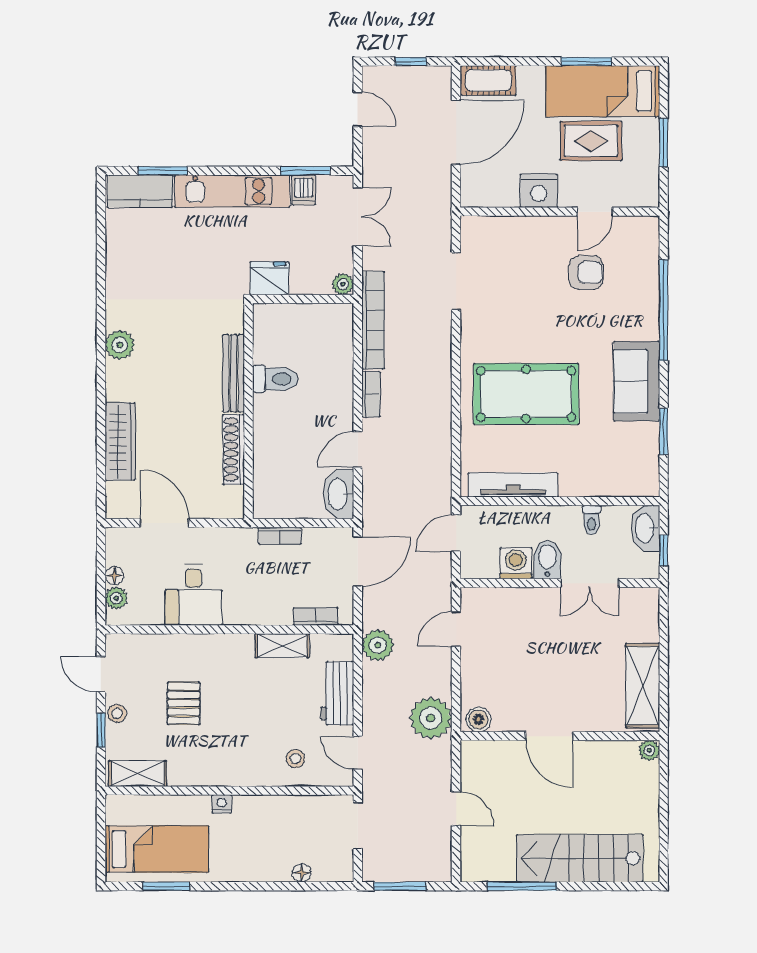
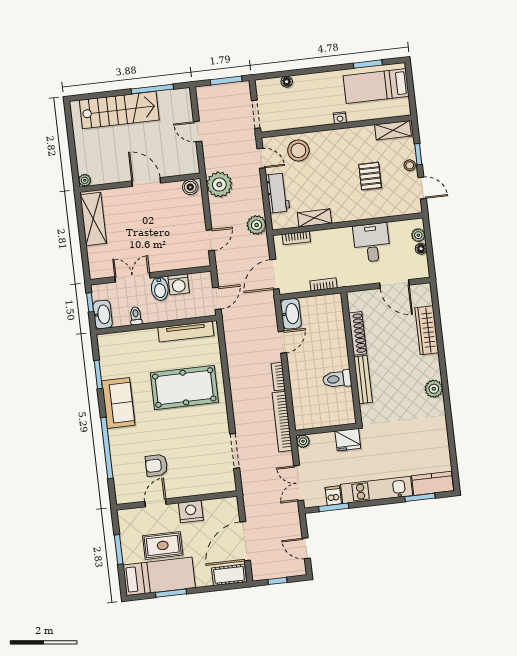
stool: (295, 759) -> (298, 150), width x1.89, depth x1.89

